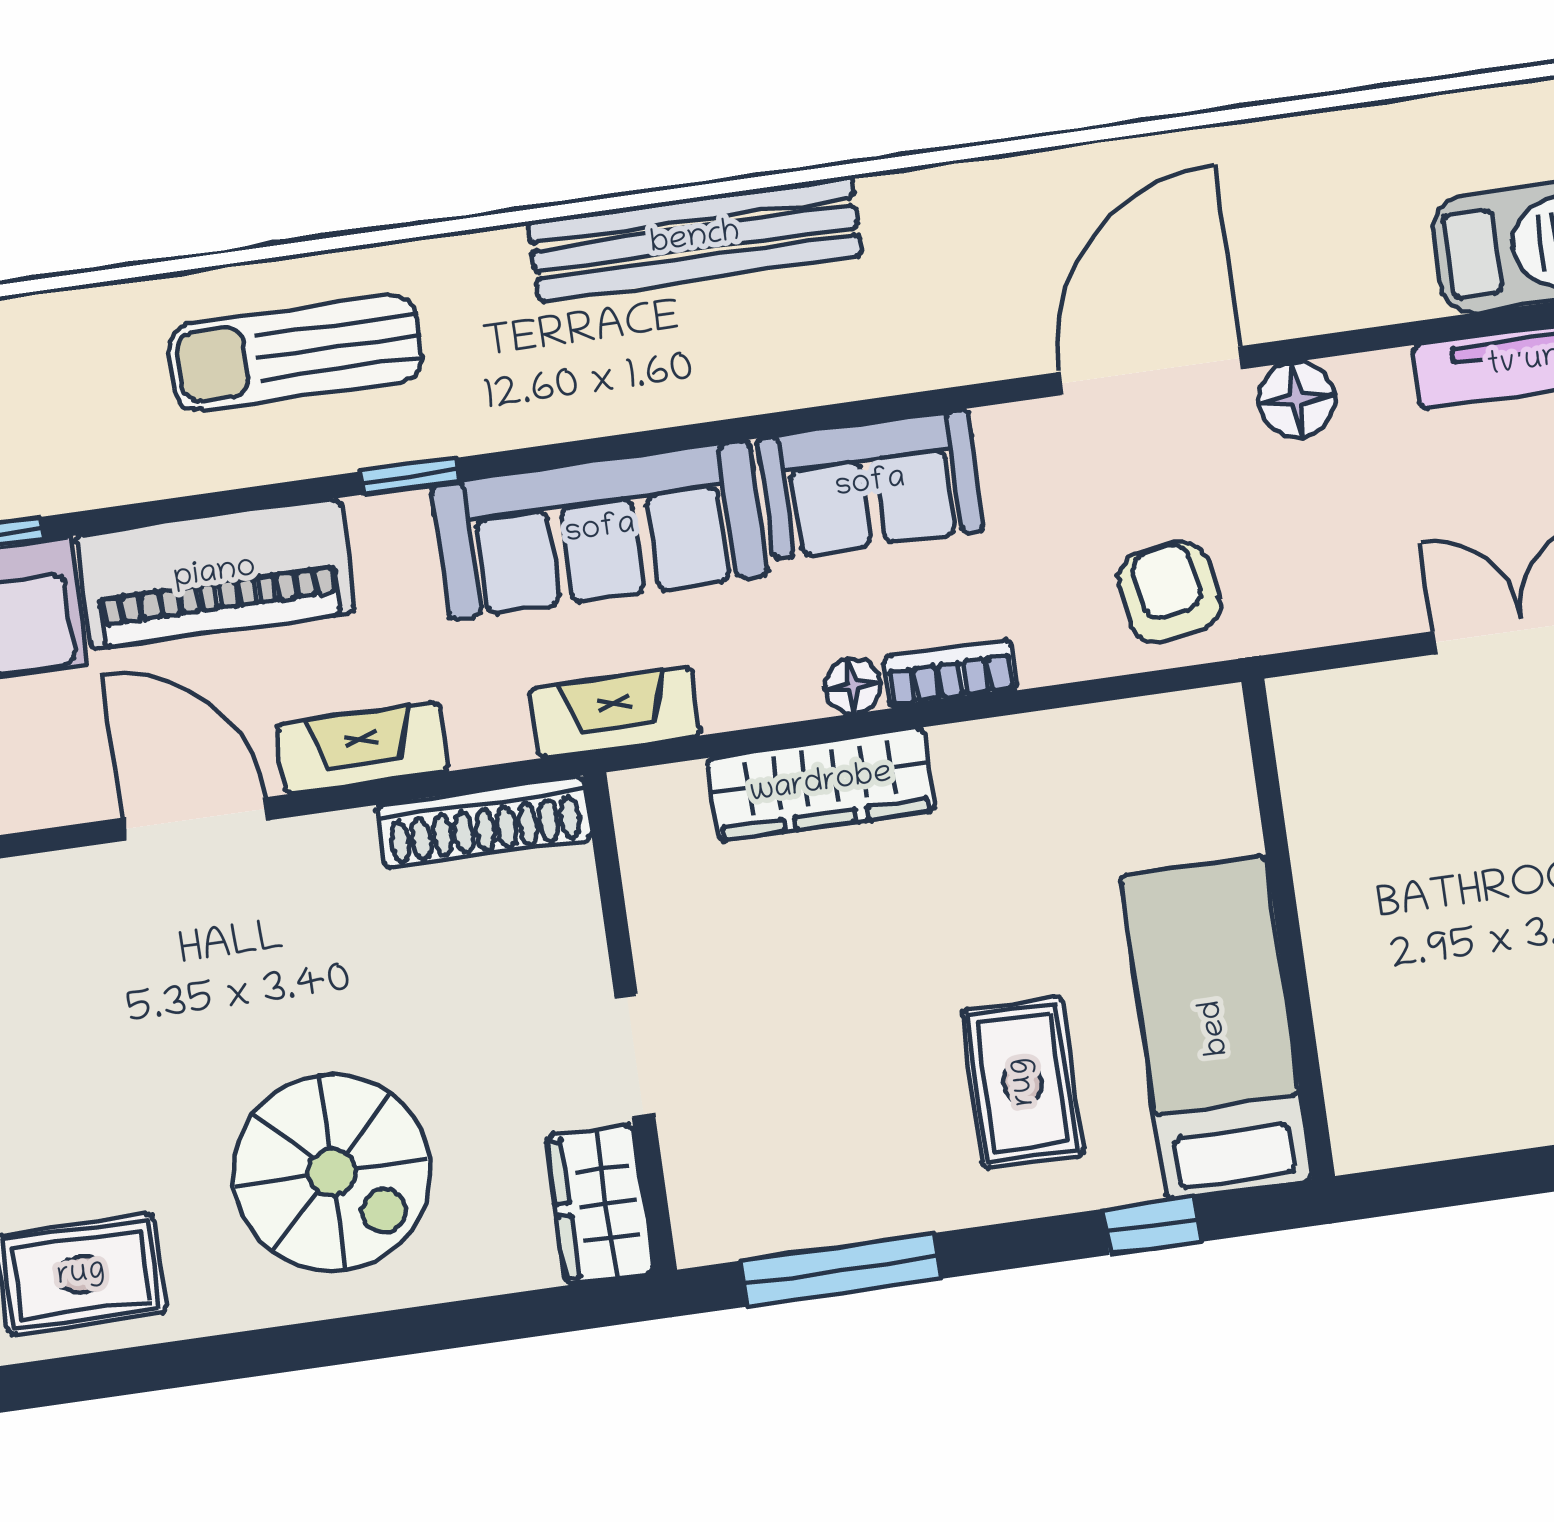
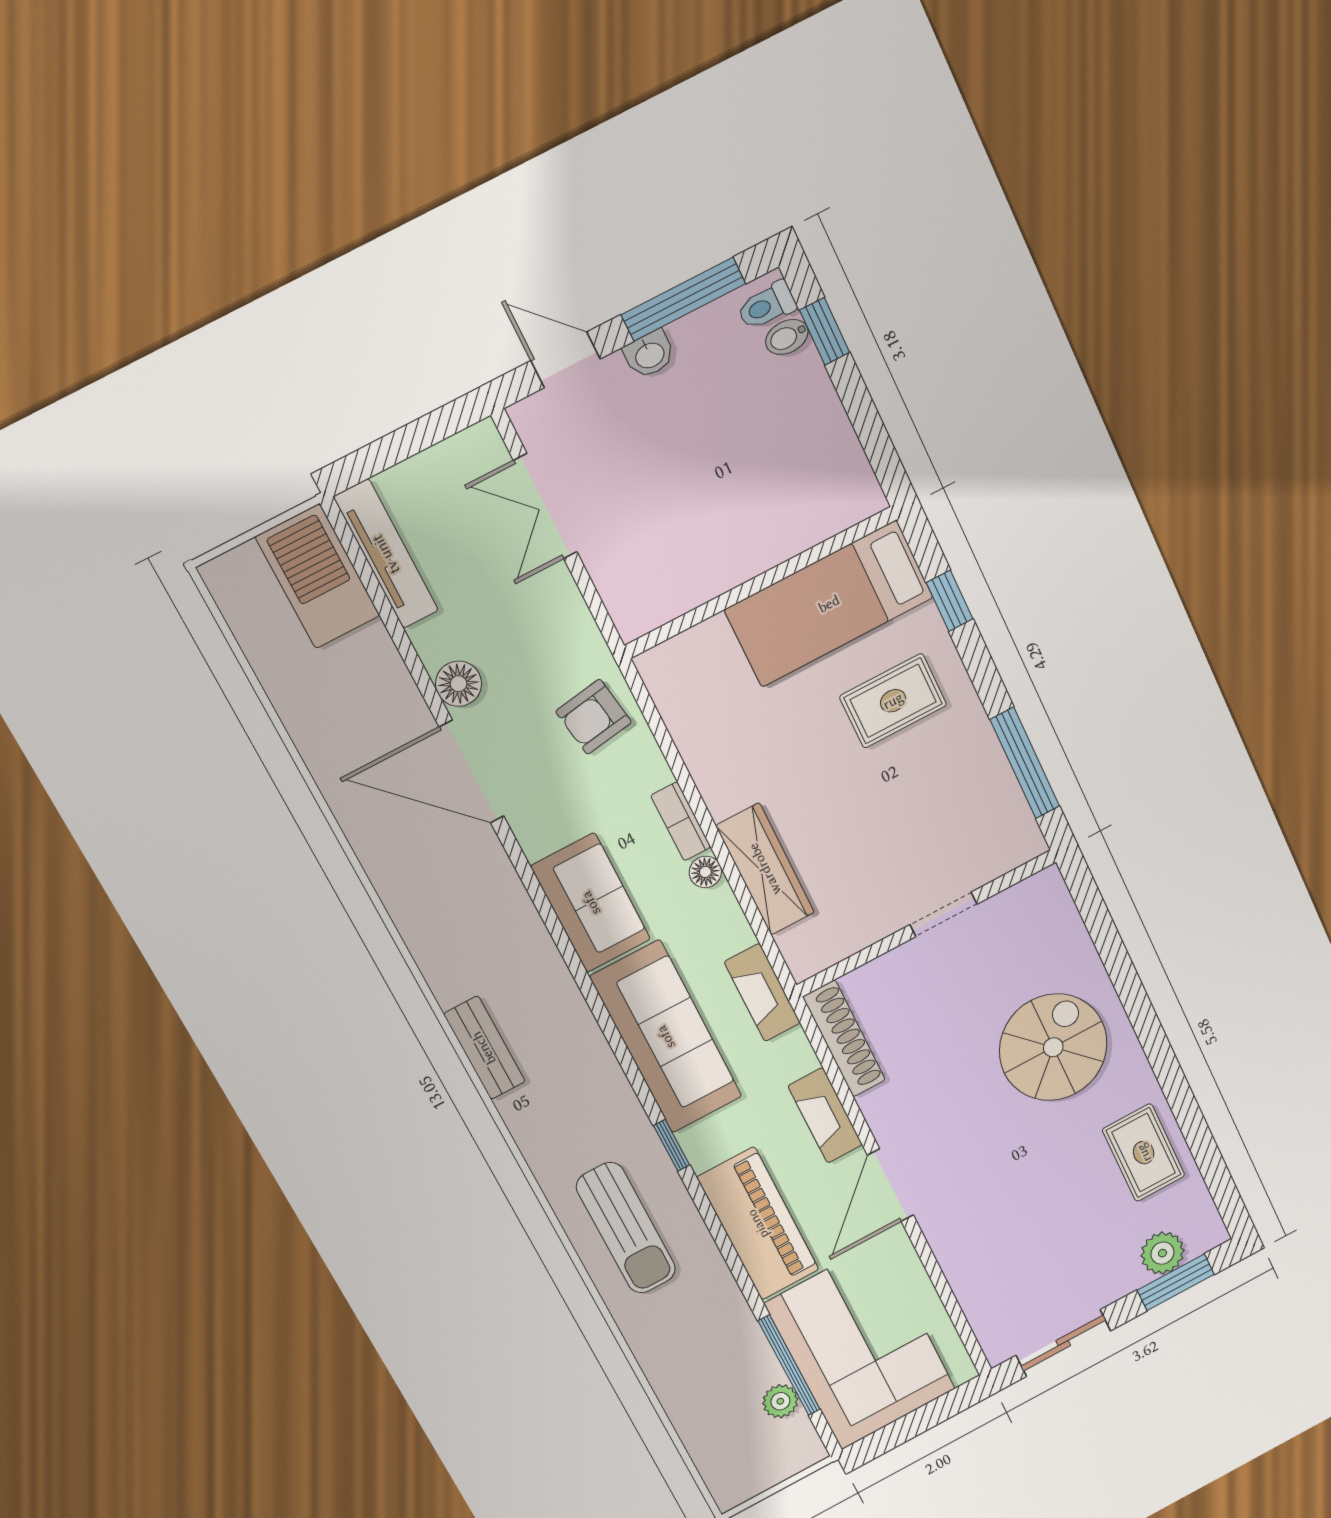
bench: (695, 239) -> (484, 1048), width x0.54, depth x0.82
wardrobe: (600, 1204) -> (1028, 903), removed

